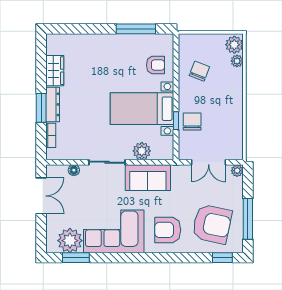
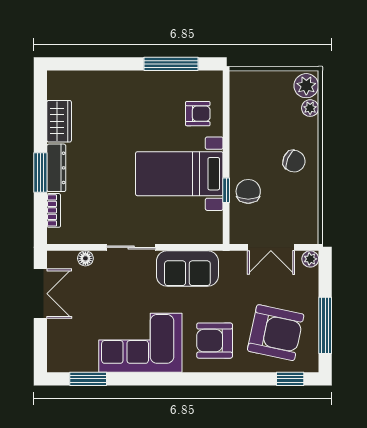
chair: (199, 71) -> (294, 161), moved, turned 93
plant: (142, 151) -> (179, 232), removed
plant: (70, 241) -> (80, 355), removed

